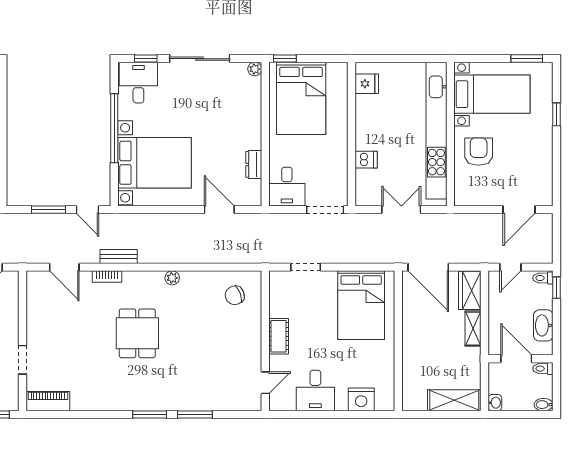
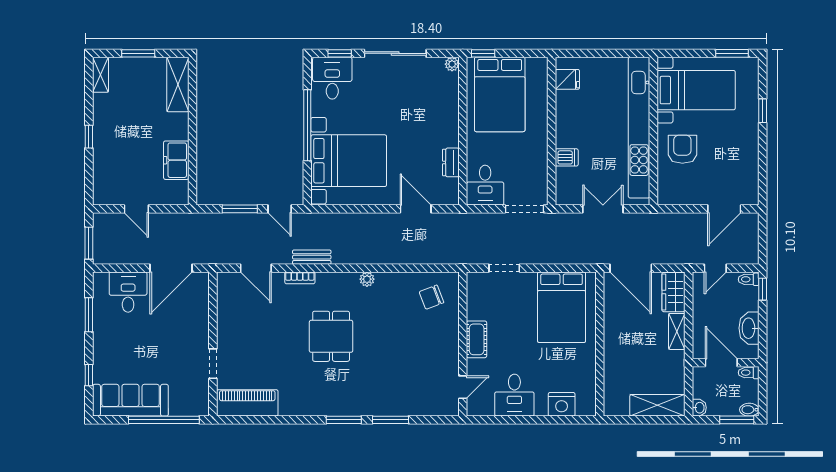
piano: (48, 401) -> (247, 403), width x1.37, depth x1.33
window: (531, 415) -> (737, 420), added

